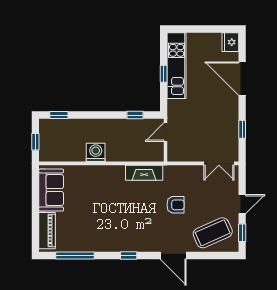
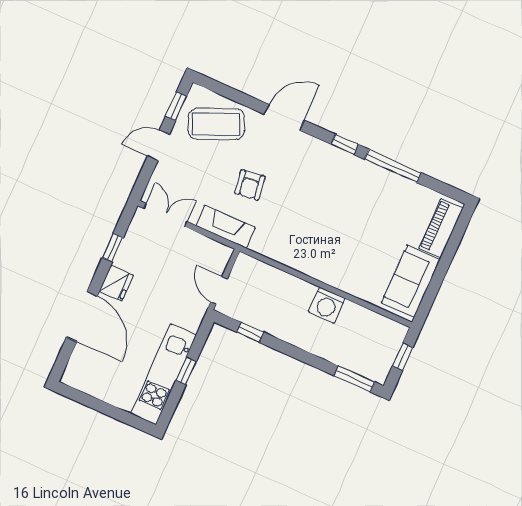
fridge: (230, 42) -> (116, 283), moved
window: (59, 115) -> (354, 379), width x1.50
door: (166, 132) -> (219, 290), swing flipped
fireplace: (144, 173) -> (225, 227), moved
armchair: (176, 205) -> (250, 185), turned -98
window: (75, 255) -> (393, 166), moved
door: (173, 255) -> (284, 117), hinge flipped

